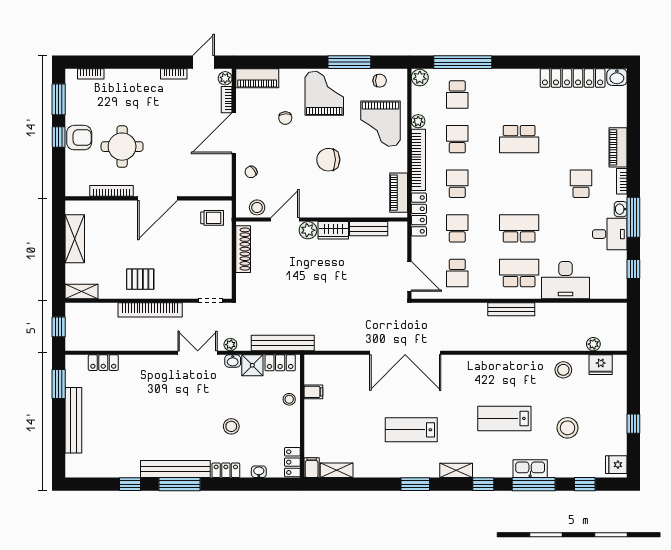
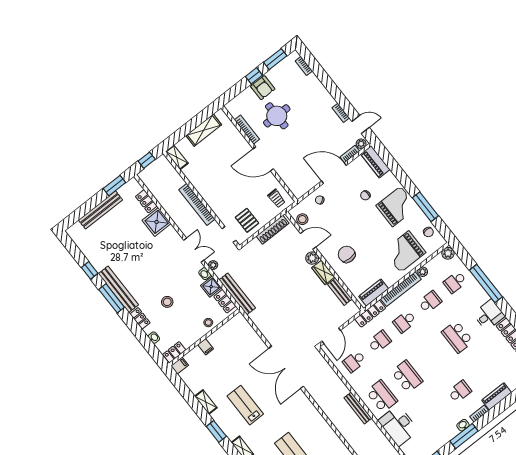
window: (463, 62) -> (486, 284), moved
chair: (328, 160) -> (347, 254), moved
school desk: (457, 184) -> (405, 322), turned 180
desk: (610, 234) -> (489, 315), moved, turned -90
pallet: (140, 279) -> (247, 220), moved
shower: (135, 369) -> (157, 222), added
filing cabinet: (313, 392) -> (206, 347), moved
shelving: (337, 470) -> (206, 402), moved

